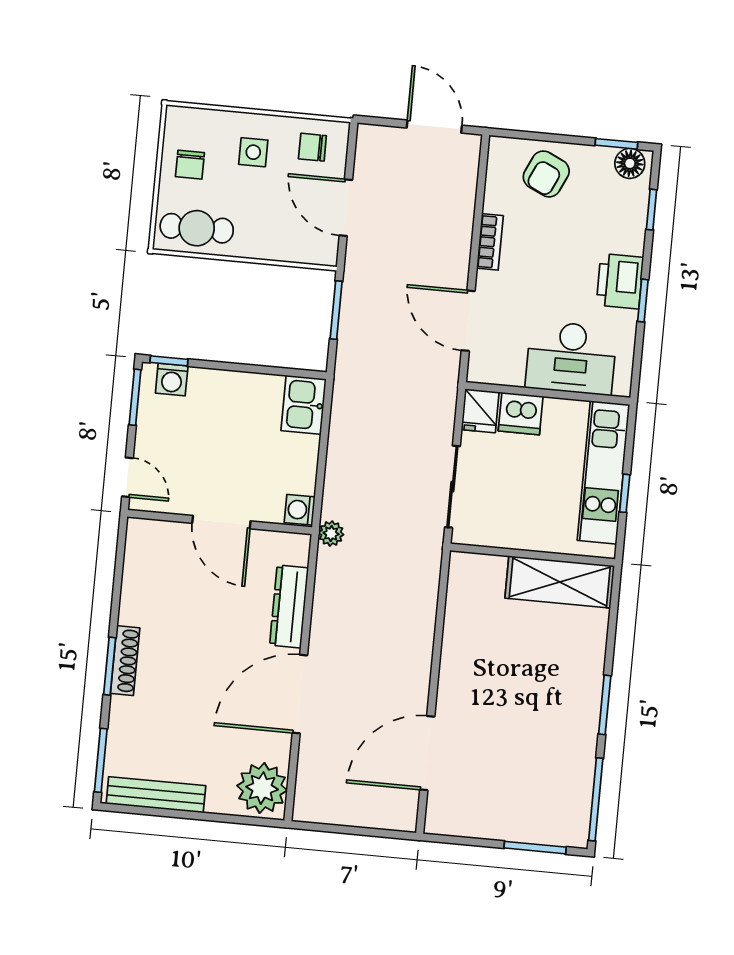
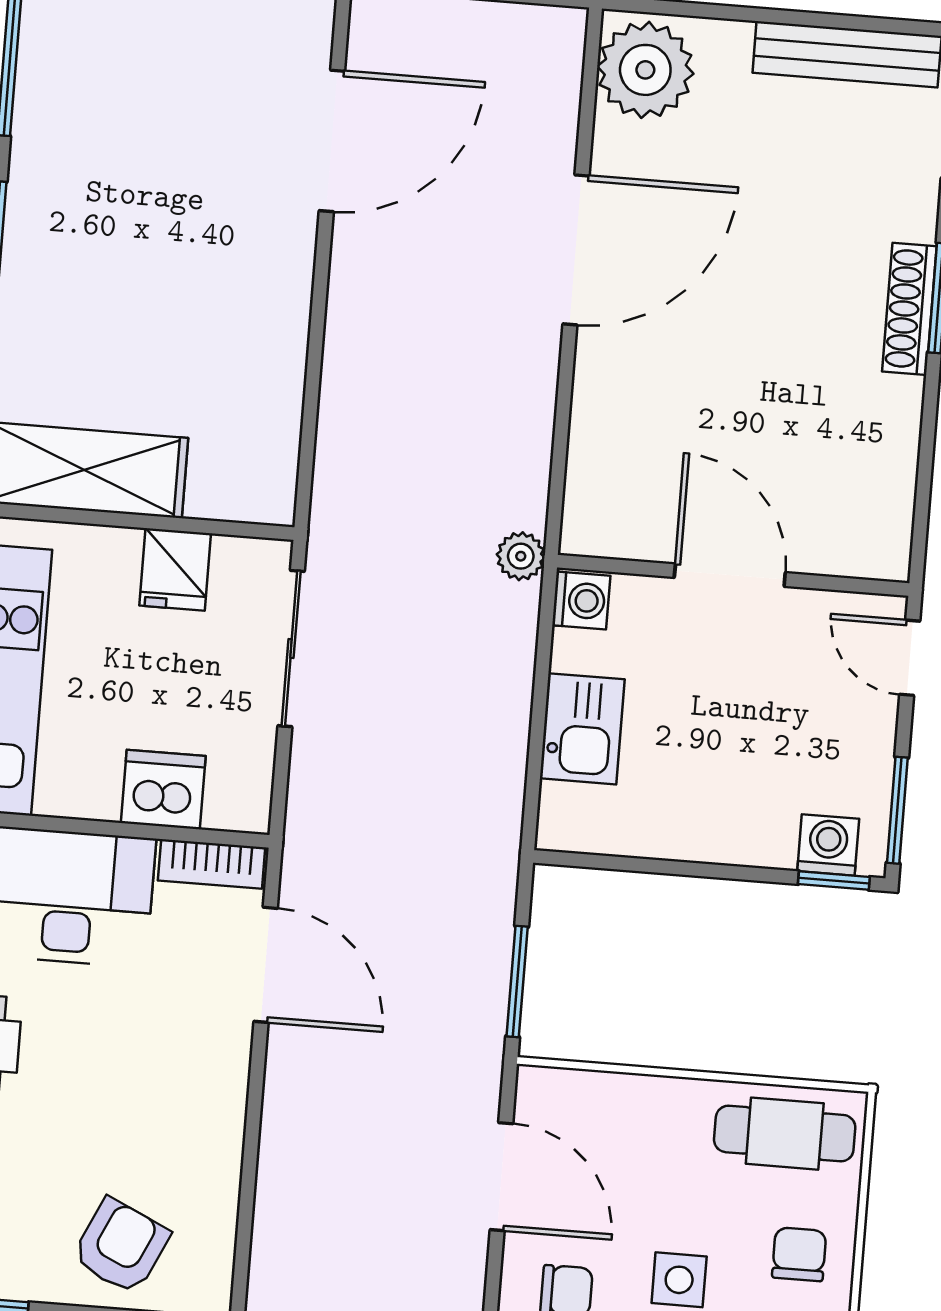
bookcase: (490, 242) -> (212, 864), moved, turned -90
kitchen sink: (304, 405) -> (582, 729), moved
fridge: (480, 411) -> (175, 570), moved, turned 180
dresser: (289, 606) -> (599, 416), removed

